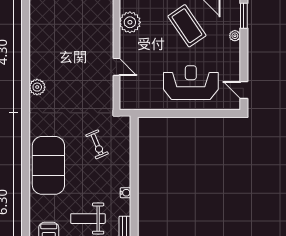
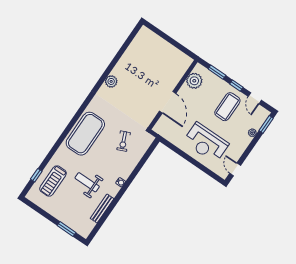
coffee table: (187, 26) -> (227, 107), turned 34
door: (116, 67) -> (168, 102), width x1.88
reception desk: (191, 83) -> (206, 143), turned 180

